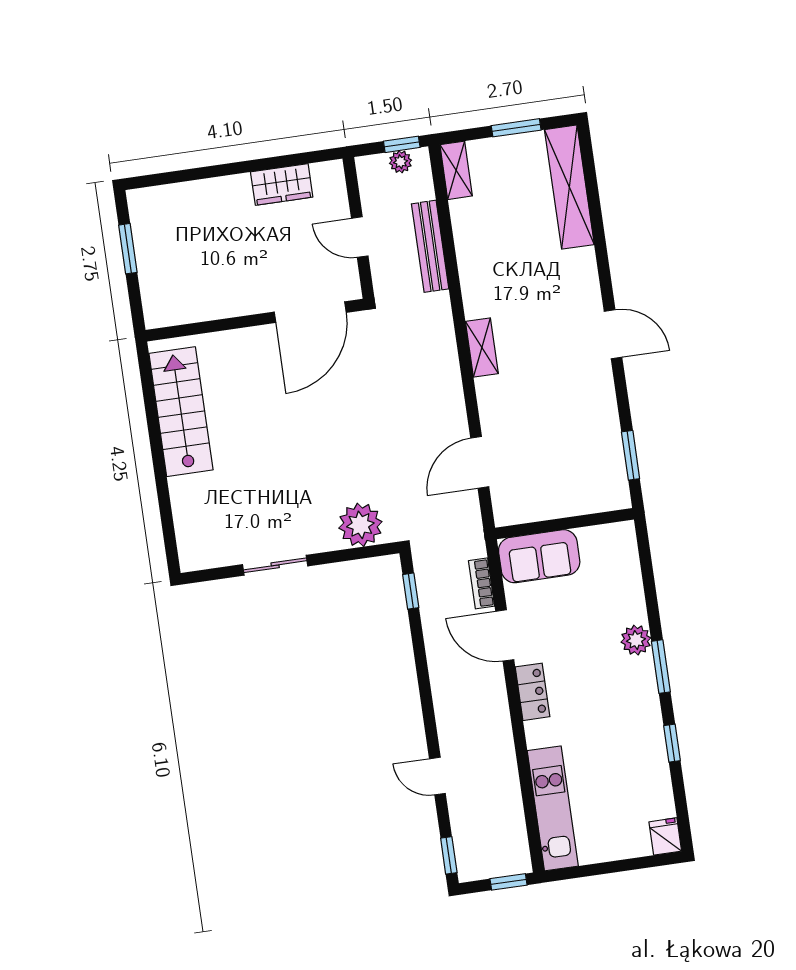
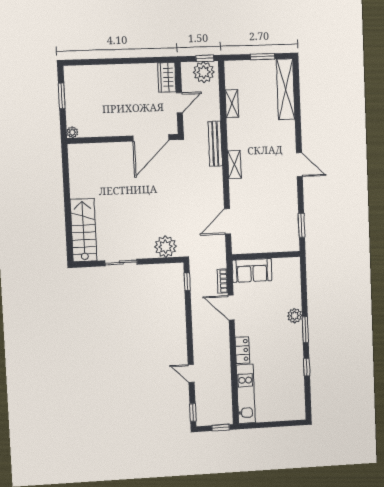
plant: (401, 162) -> (204, 72), width x1.88, depth x1.88
shelving: (456, 170) -> (232, 104), moved
wardrobe: (282, 184) -> (167, 77), moved, turned 90
door: (360, 237) -> (179, 103), swing flipped
bench: (430, 246) -> (215, 144), moved
plant: (155, 317) -> (72, 132), added
stairs: (181, 412) -> (84, 230), moved
locker: (532, 692) -> (242, 350), moved
fridge: (665, 836) -> (299, 412), removed

